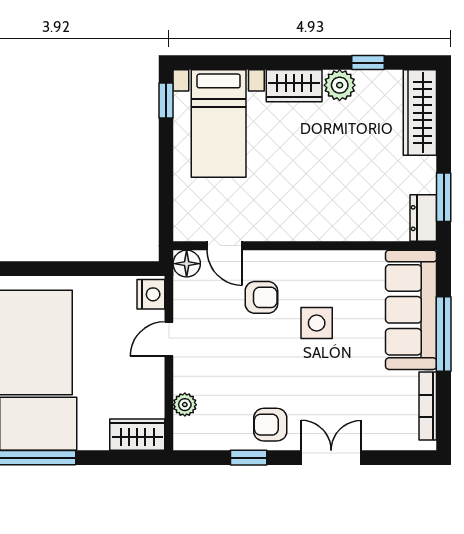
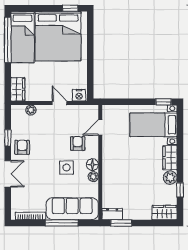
wardrobe: (420, 113) -> (164, 213), width x0.67
plant: (337, 262) -> (93, 177), added
floor lamp: (187, 264) -> (92, 165), moved
armchair: (261, 297) -> (78, 143), turned 180

